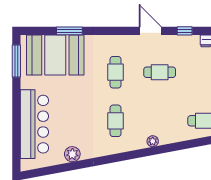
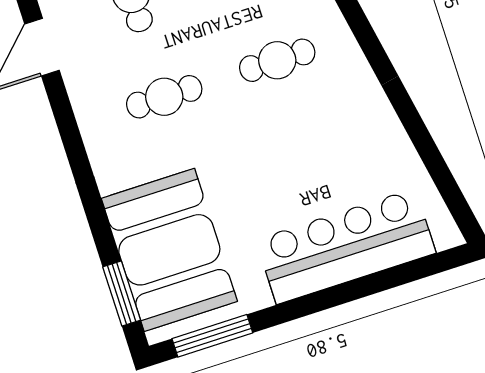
window: (69, 31) -> (122, 293), moved
plant: (72, 154) -> (387, 136), removed

